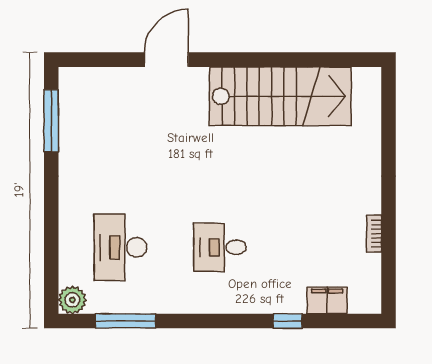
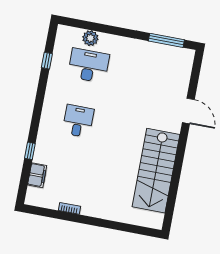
plant: (72, 300) -> (90, 38), moved
window: (126, 321) -> (47, 61), width x0.46

